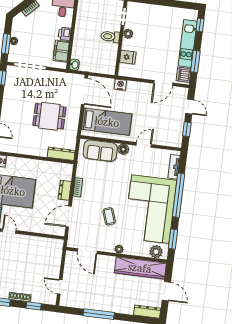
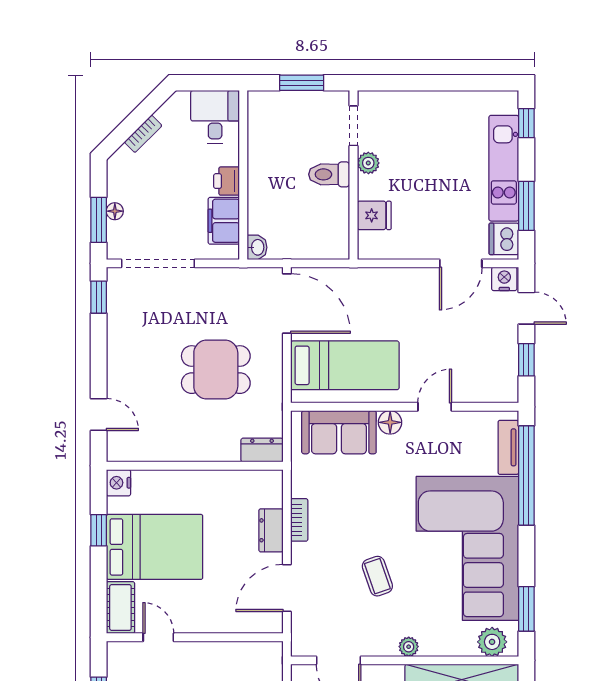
nightstand: (120, 85) -> (504, 279), moved
dresser: (61, 154) -> (262, 450), width x0.70
window: (178, 195) -> (526, 475), moved

